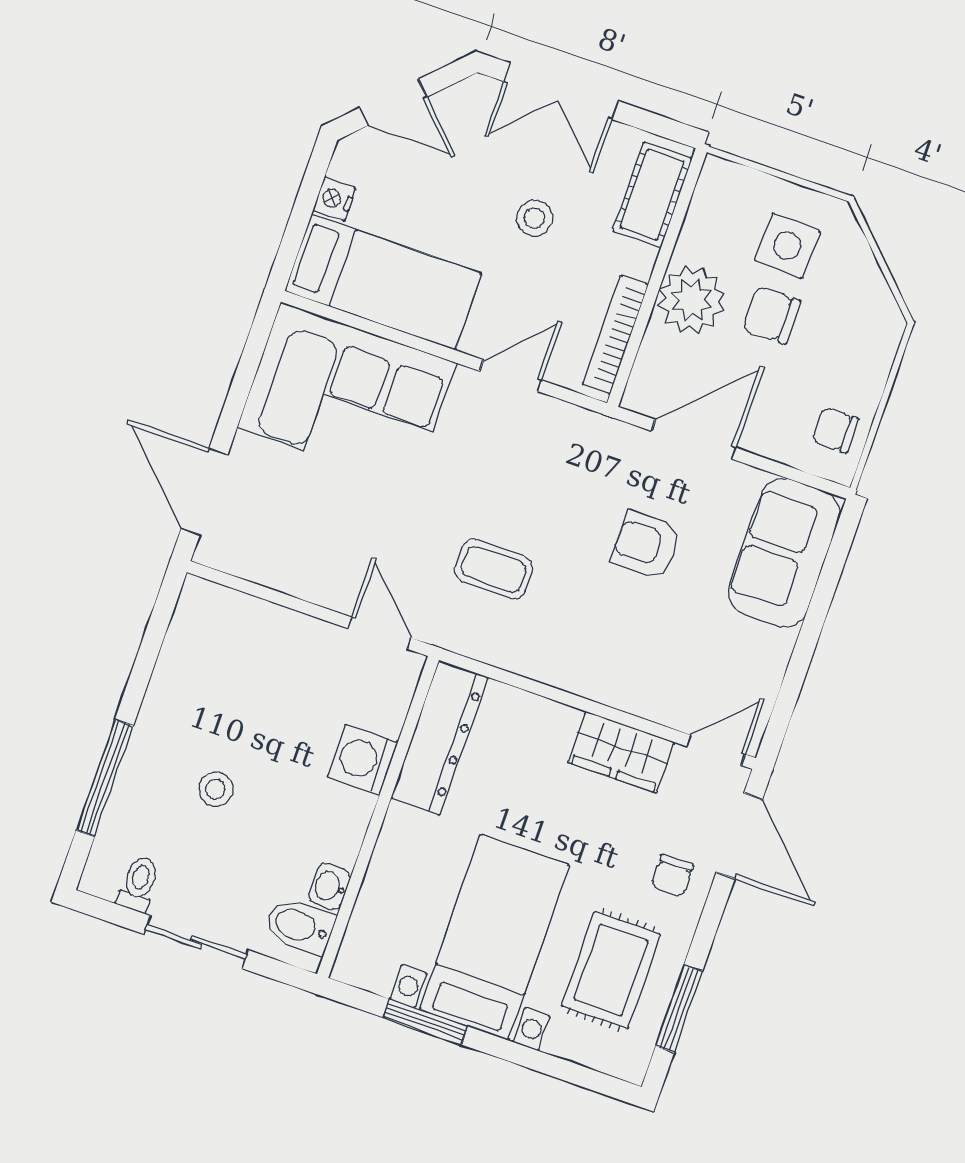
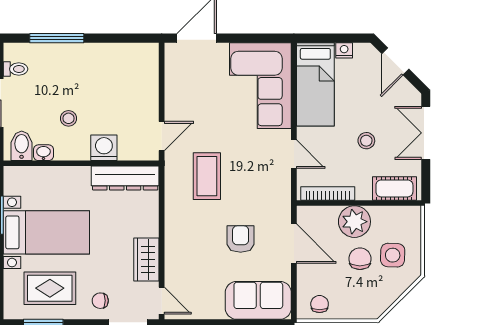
coffee table: (493, 569) -> (207, 176), width x1.36, depth x1.30
stool: (216, 789) -> (68, 118), moved

